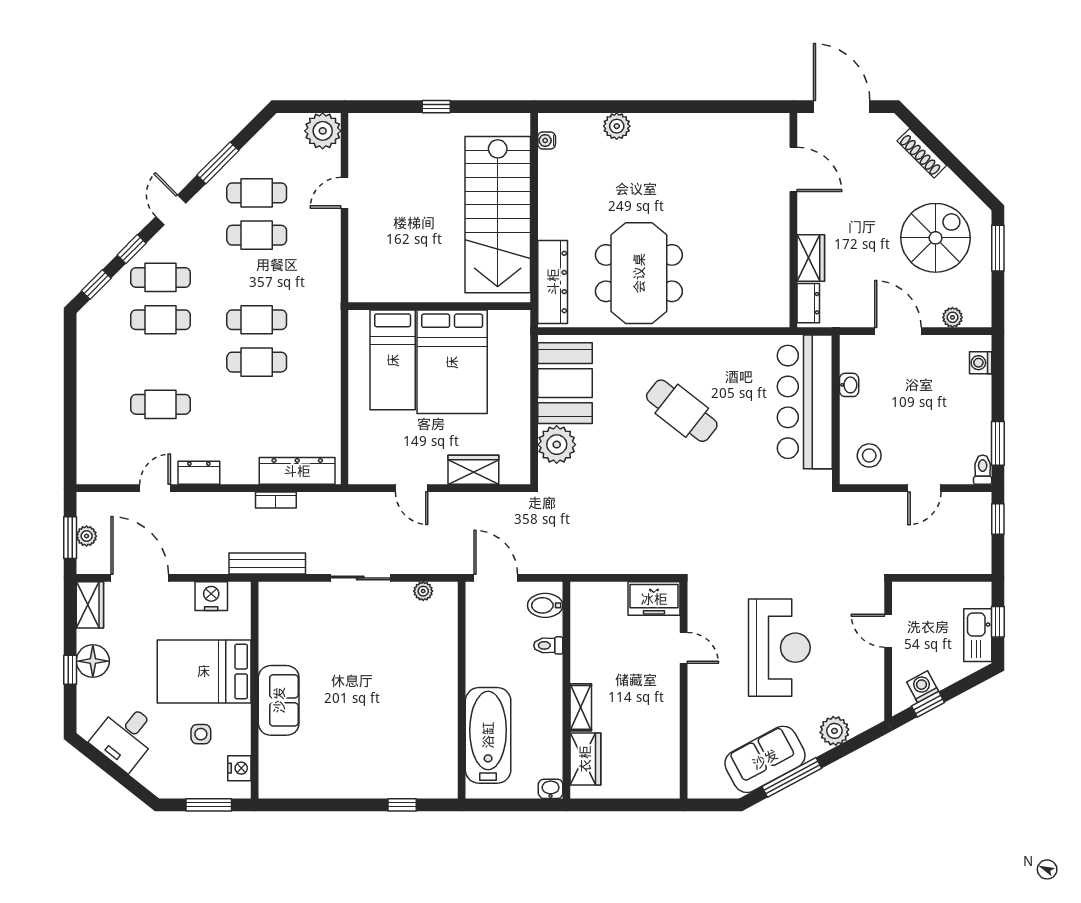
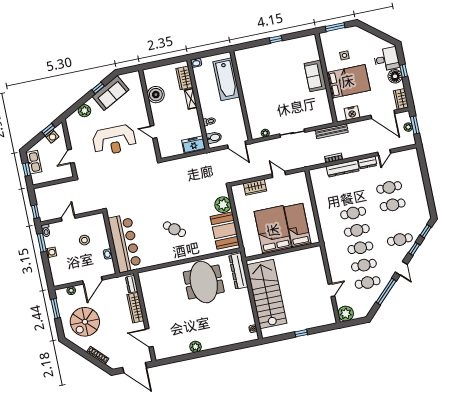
plant: (617, 126) -> (196, 347), moved
window: (218, 163) -> (386, 292), width x1.44
window: (998, 248) -> (55, 308), moved
wardrobe: (811, 258) -> (135, 308), width x1.50
cafe table: (257, 277) -> (360, 248), added
cafe table: (161, 320) -> (393, 205), moved
door: (898, 331) -> (92, 280), hinge flipped
washing machine: (981, 363) -> (51, 252), moved
cafe table: (682, 411) -> (174, 229), width x0.73, depth x0.74
stool: (869, 455) -> (84, 240), moved
dresser: (297, 471) -> (343, 169), moved
freezer: (654, 599) -> (194, 145), moved
door: (888, 631) -> (71, 156), swing flipped
reception desk: (779, 648) -> (114, 140), turned -90
boiler: (660, 734) -> (156, 95), added
desk: (125, 736) -> (387, 59), moved, turned 52
nightstand: (239, 768) -> (326, 45), removed
window: (792, 777) -> (98, 88), width x0.46
window: (402, 805) -> (276, 39), moved

